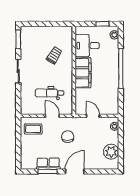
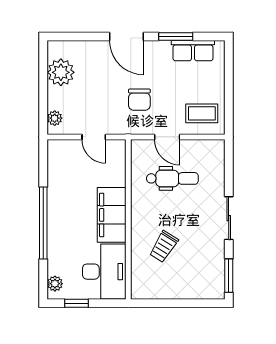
desk: (87, 46) -> (104, 272), width x1.37
row of seats: (48, 164) -> (193, 51), moved
door: (75, 172) -> (126, 36), hinge flipped

